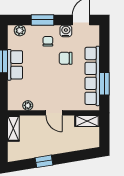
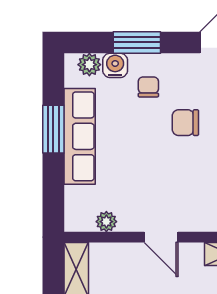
water cooler: (66, 31) -> (115, 65), moved
row of seats: (15, 65) -> (80, 136), width x1.48

